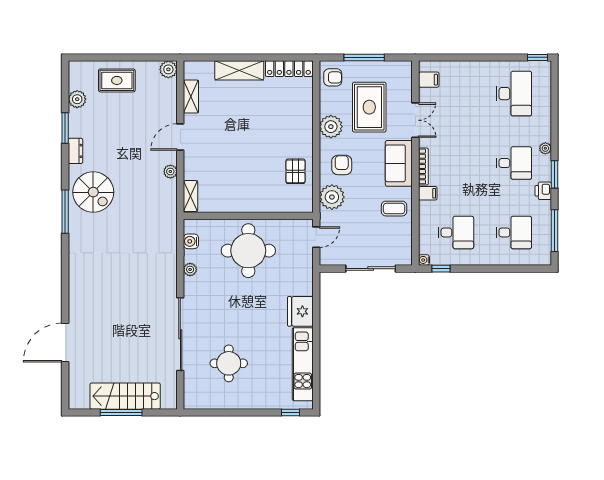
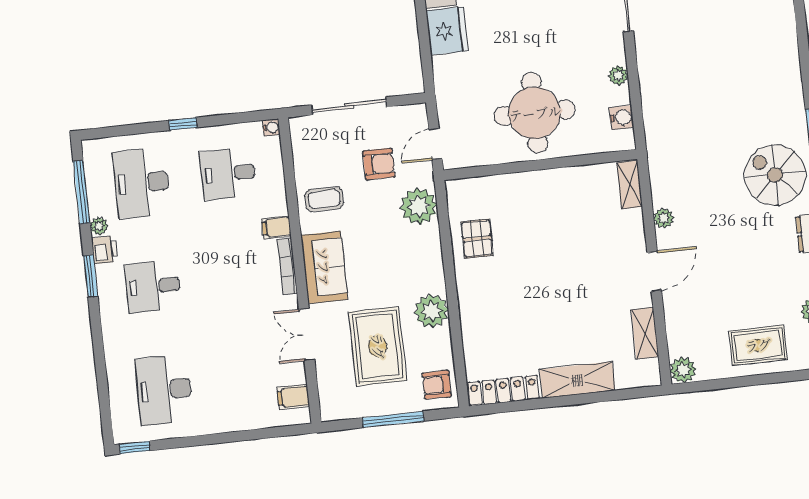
plant: (545, 148) -> (99, 226), moved
armchair: (342, 165) -> (379, 164), moved, turned -90
desk: (514, 232) -> (142, 183), width x1.37
window: (441, 269) -> (183, 124), moved

